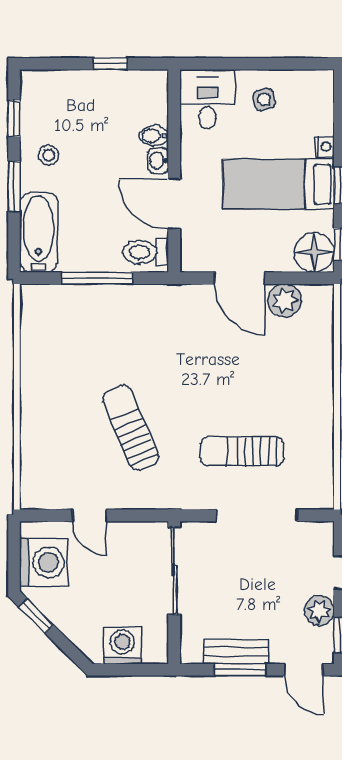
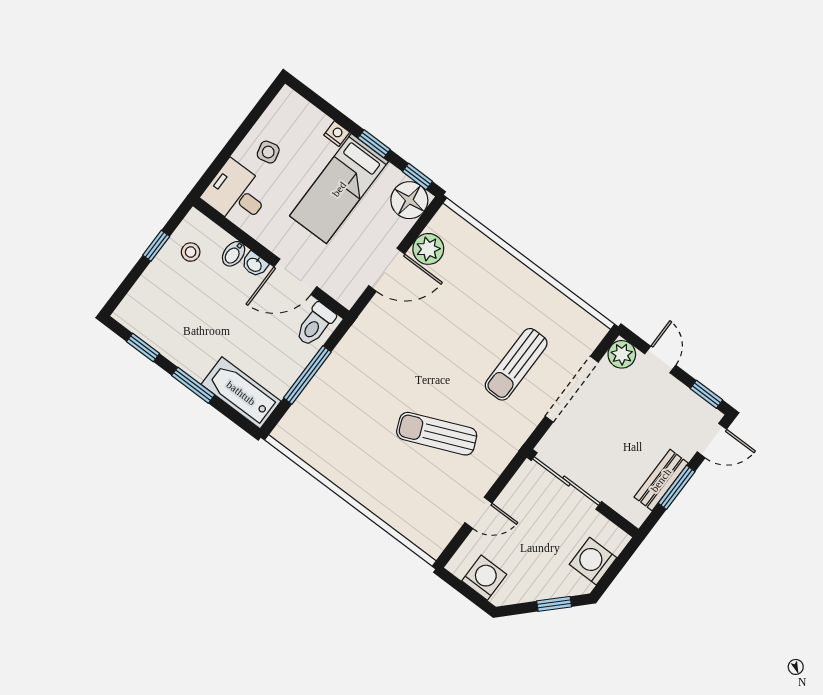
stool: (49, 155) -> (191, 252), moved
washing machine: (44, 563) -> (484, 578), width x0.73, depth x0.73
plant: (319, 611) -> (622, 354), moved
window: (36, 616) -> (554, 604), moved

